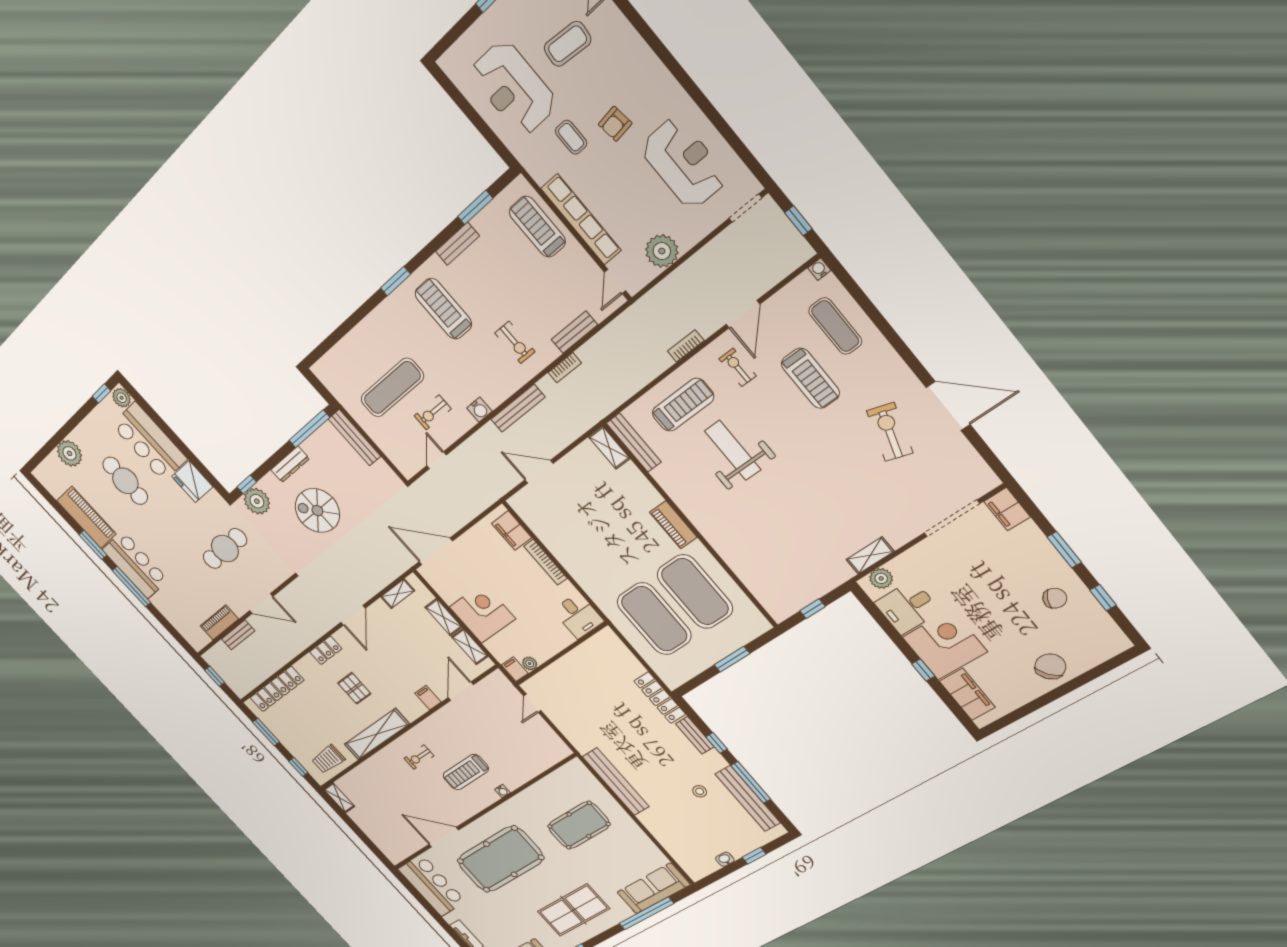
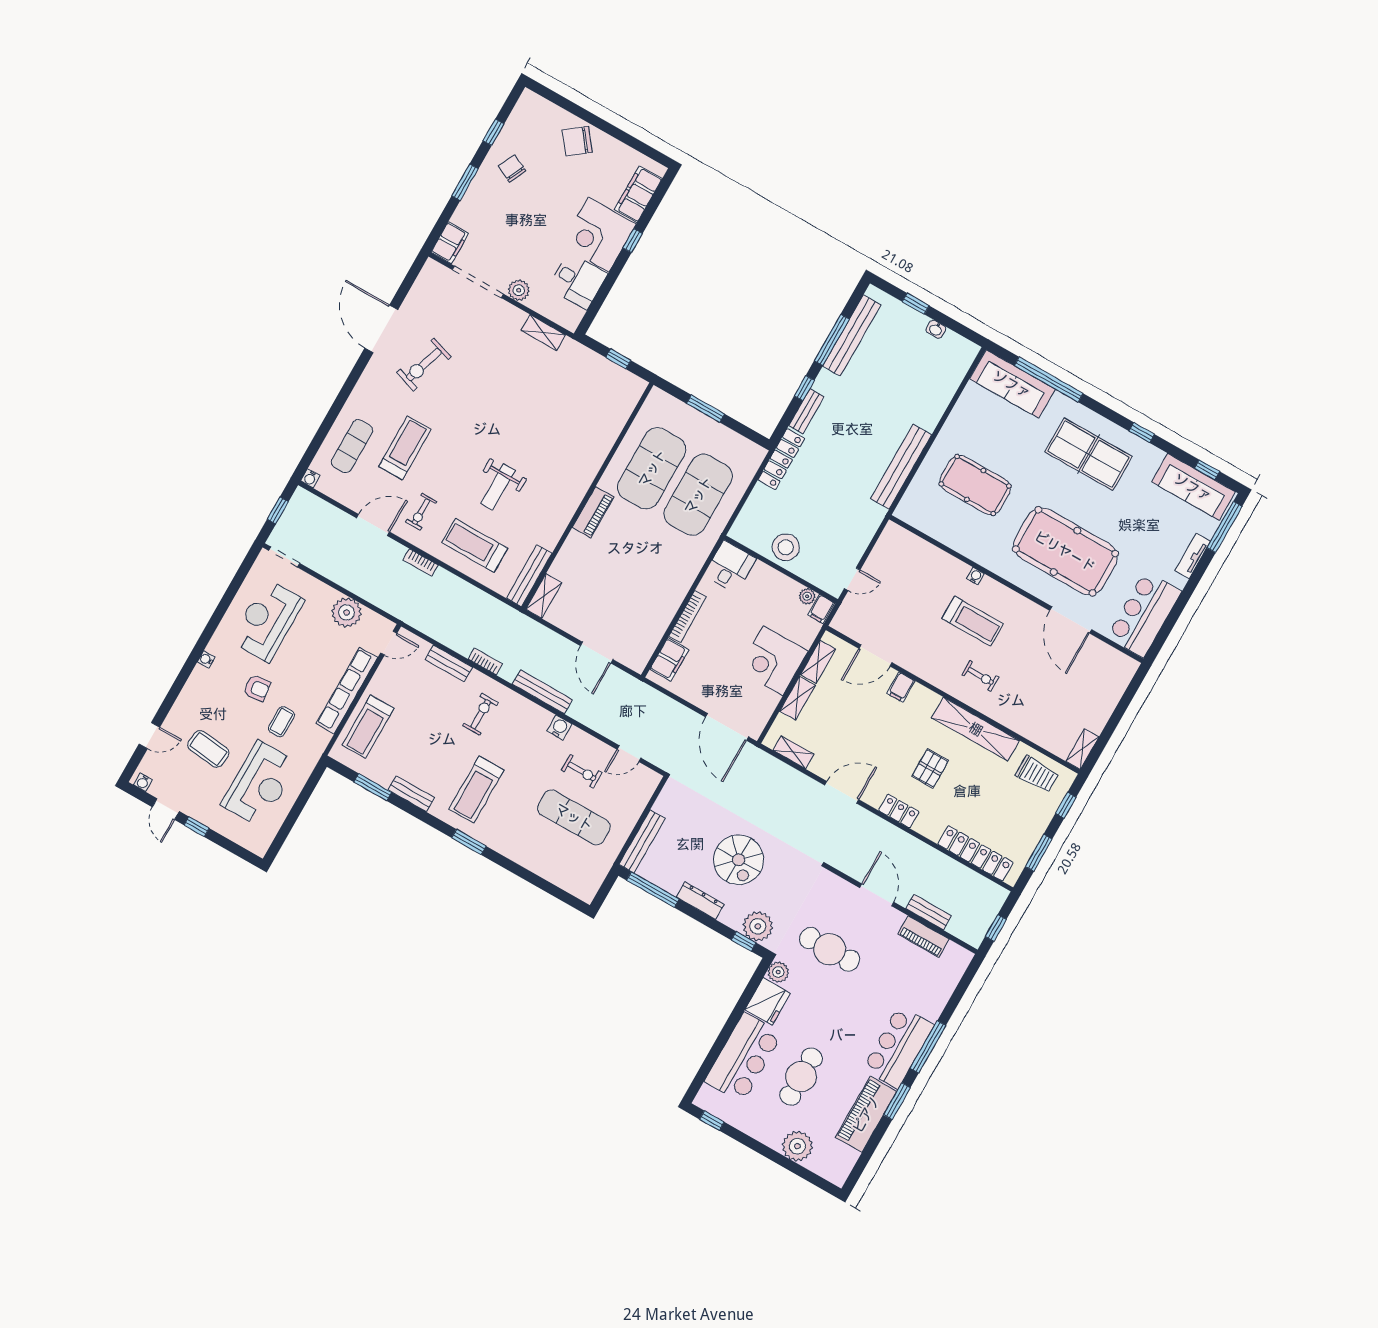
water cooler: (665, 78) -> (206, 659), added
plant: (122, 398) -> (778, 972), moved
weight bench: (733, 450) -> (498, 487), width x0.73, depth x0.75
plant: (881, 578) -> (519, 290), moved
stool: (700, 791) -> (786, 547), moved, width x1.89, depth x1.89

